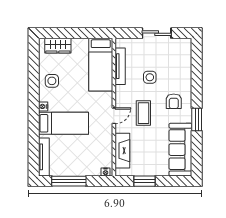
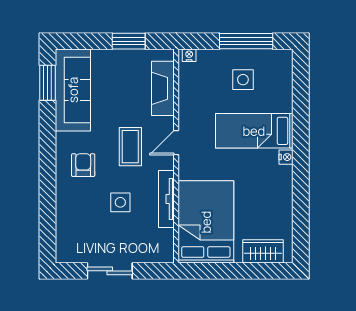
bed: (101, 65) -> (206, 222), width x1.50
tv unit: (120, 66) -> (166, 199), moved
side table: (52, 81) -> (243, 80), moved
window: (197, 120) -> (48, 83), moved
tv unit: (44, 157) -> (285, 79), removed

